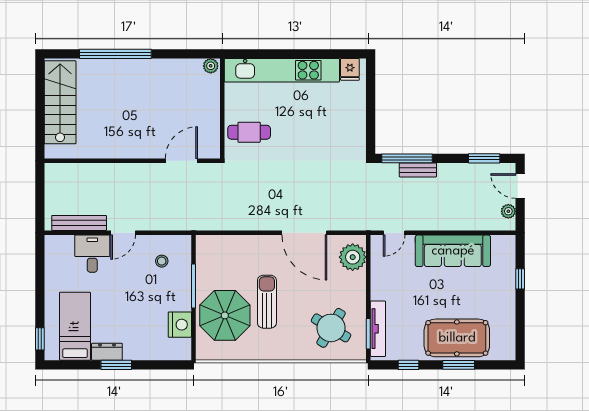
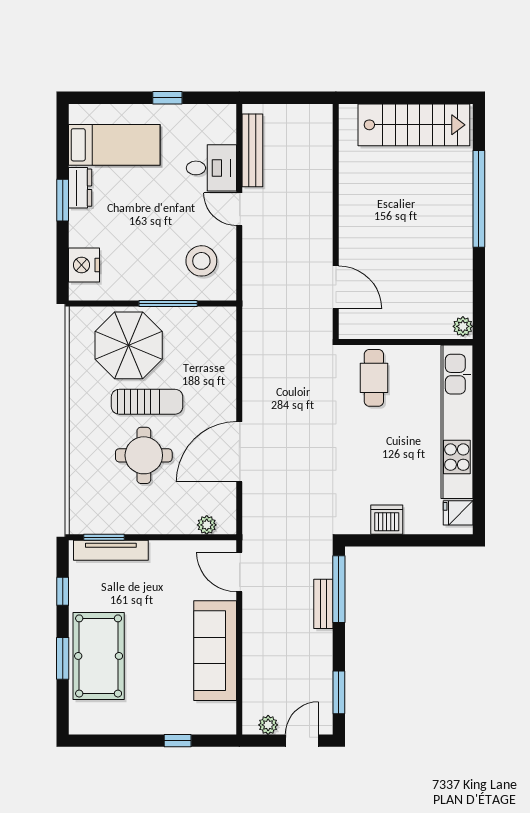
dishwasher: (355, 123) -> (387, 520), added
door: (394, 233) -> (239, 572), width x1.38
plant: (353, 257) -> (207, 525), width x0.53, depth x0.53
stool: (162, 261) -> (201, 261), width x1.89, depth x1.89
nightstand: (180, 325) -> (84, 265), moved, turned 90
round table: (331, 328) -> (144, 455), moved, turned -31
window: (40, 339) -> (167, 98), moved

